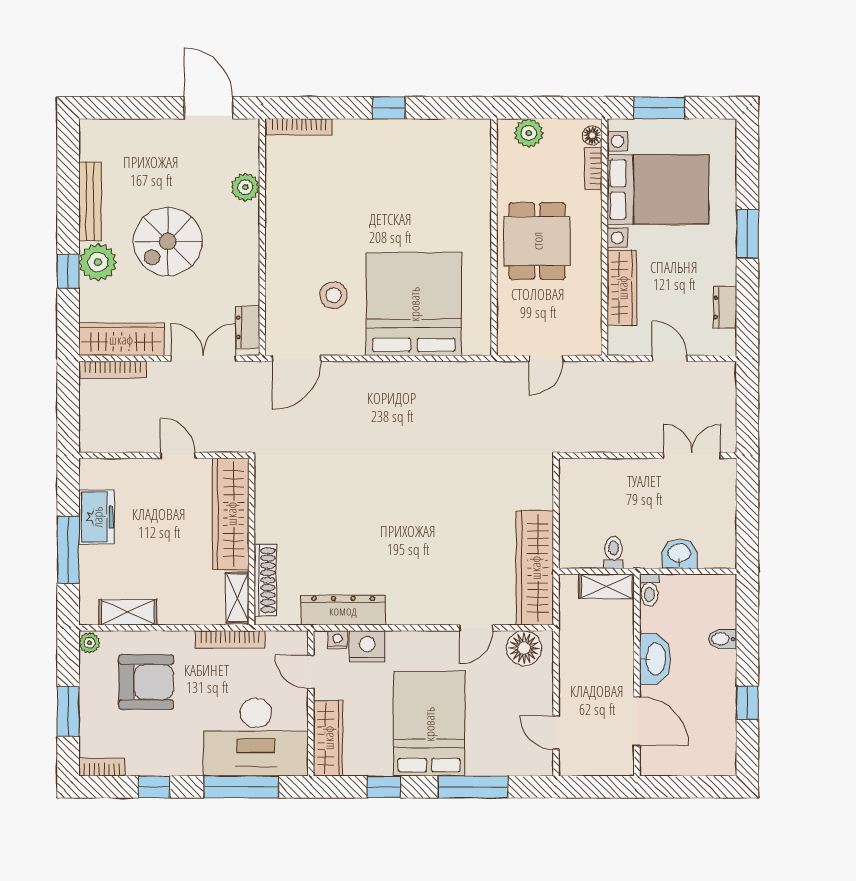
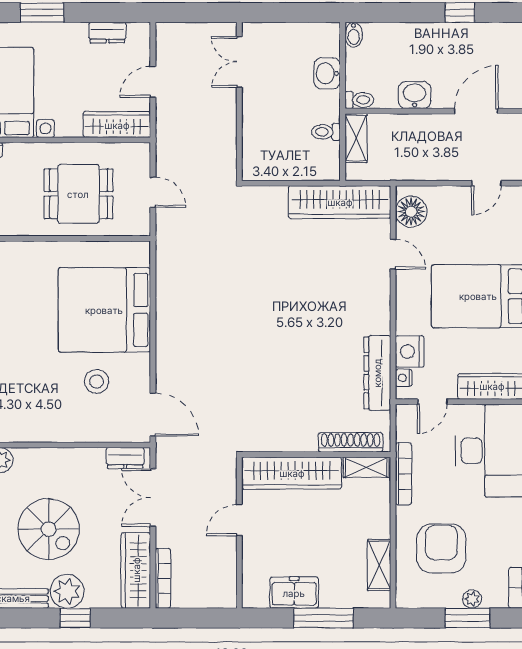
dining table: (537, 241) -> (78, 194), moved
wardrobe: (622, 288) -> (117, 125), moved
bidet: (722, 639) -> (354, 35), moved
plant: (89, 643) -> (472, 599), moved
washbasin: (655, 659) -> (415, 95), width x0.72

